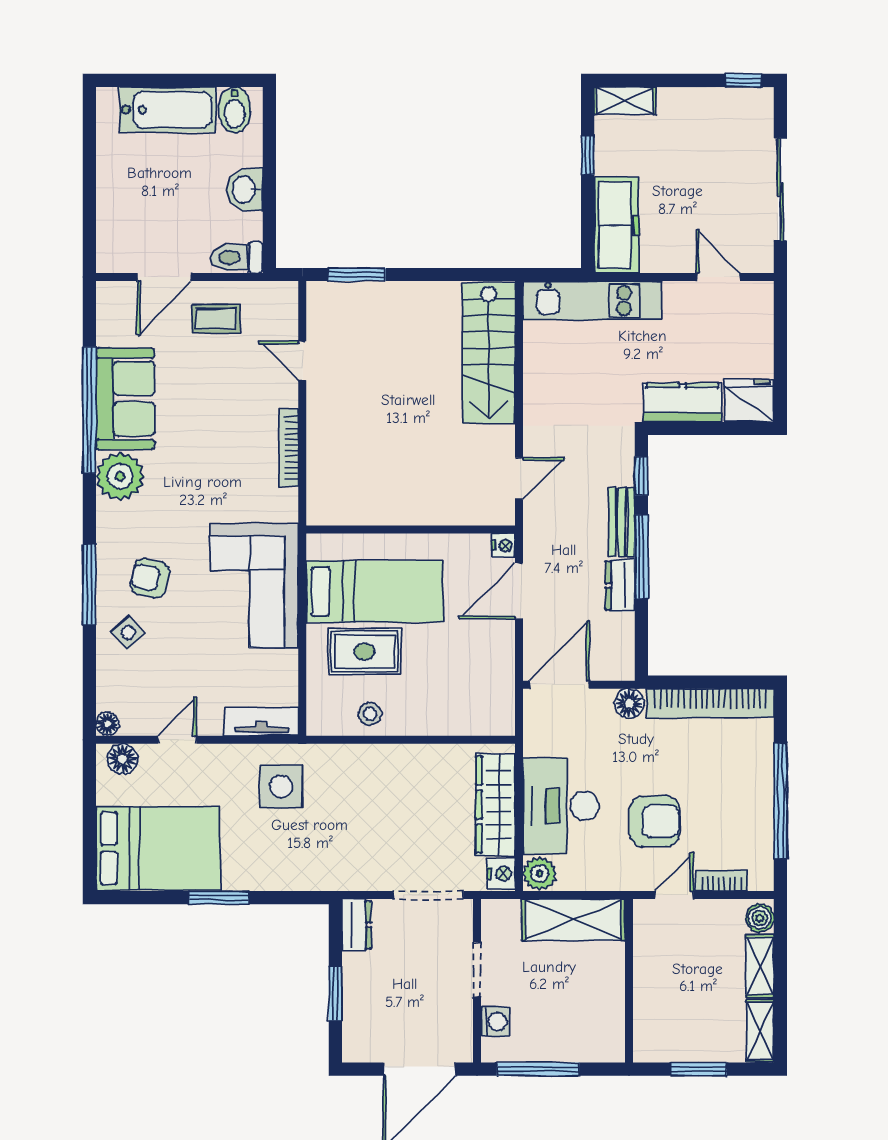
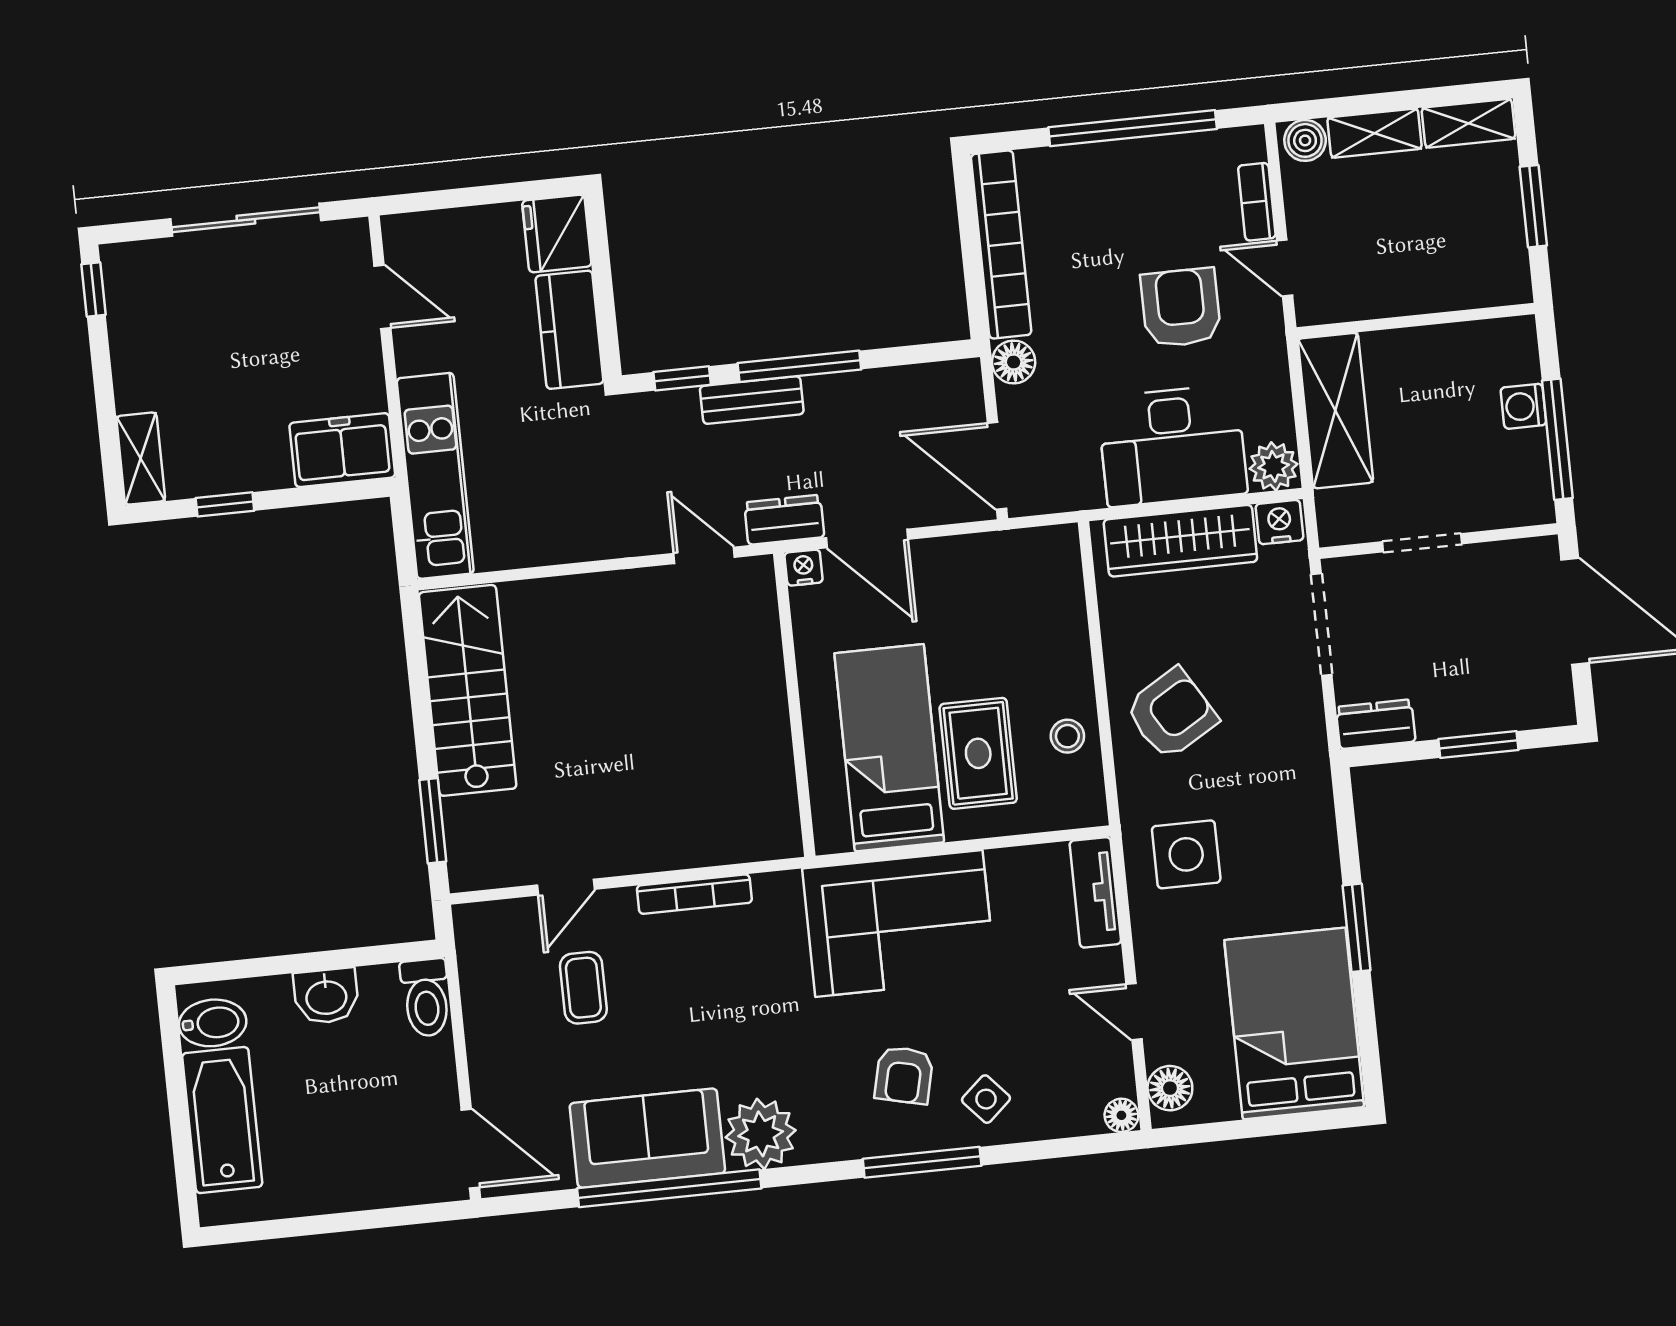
freezer: (616, 225) -> (342, 450), width x0.71
door: (164, 277) -> (470, 1149), moved
door: (718, 277) -> (382, 297), swing flipped
coffee table: (216, 319) -> (583, 988), moved
stairs: (489, 353) -> (468, 690), moved, turned -90
dresser: (620, 585) -> (784, 520), moved, turned 180
armchair: (378, 786) -> (1171, 714), added
washing machine: (495, 1021) -> (1523, 406), moved, turned -90

